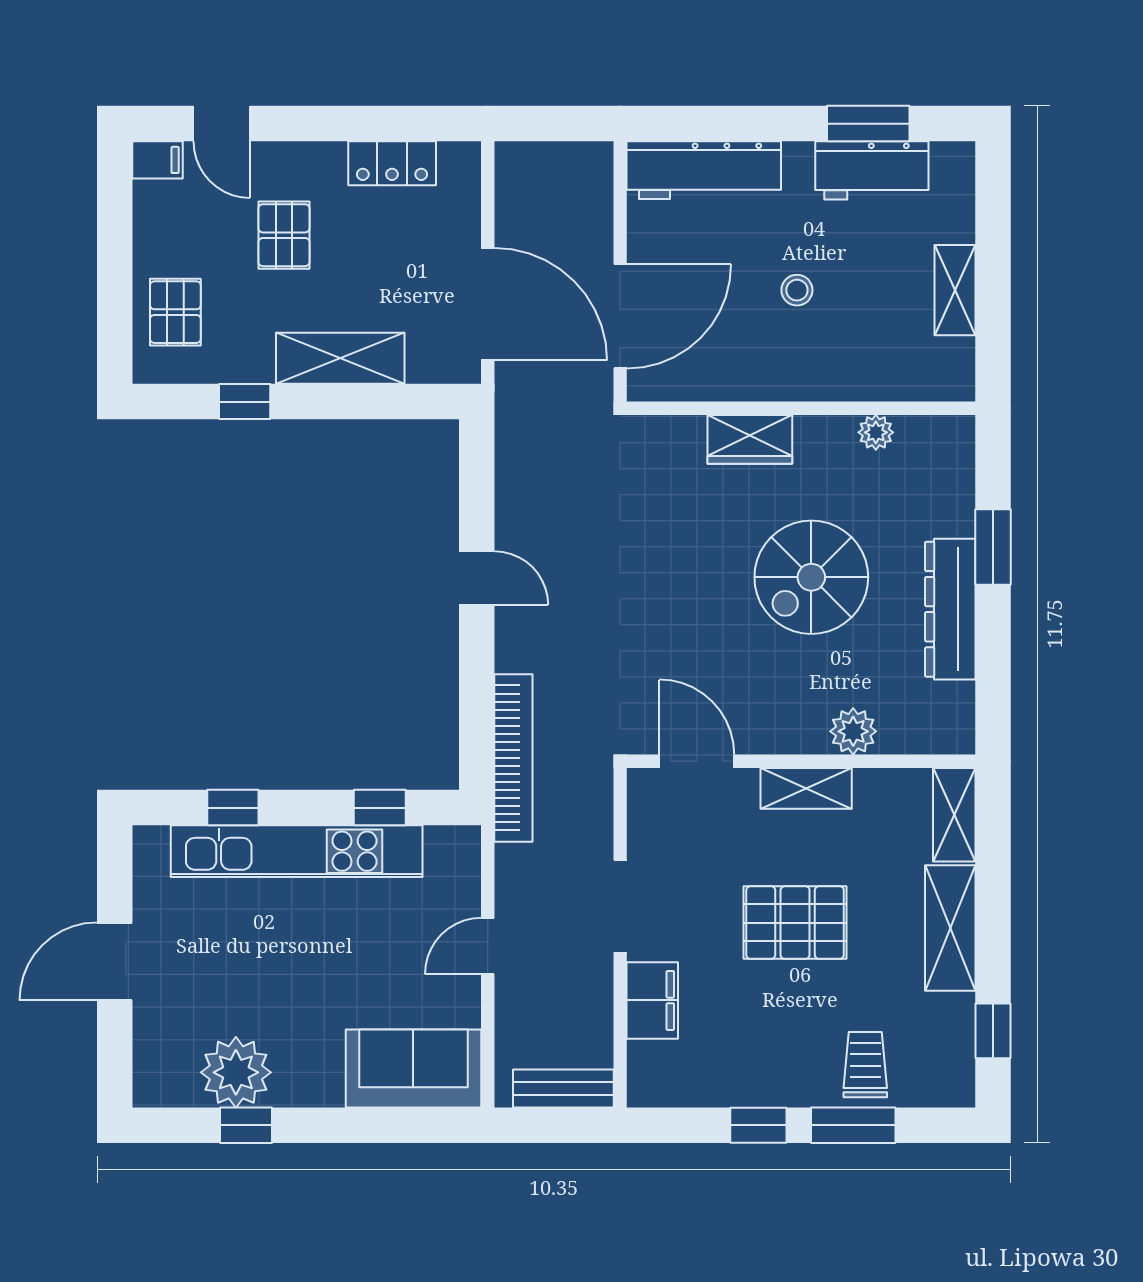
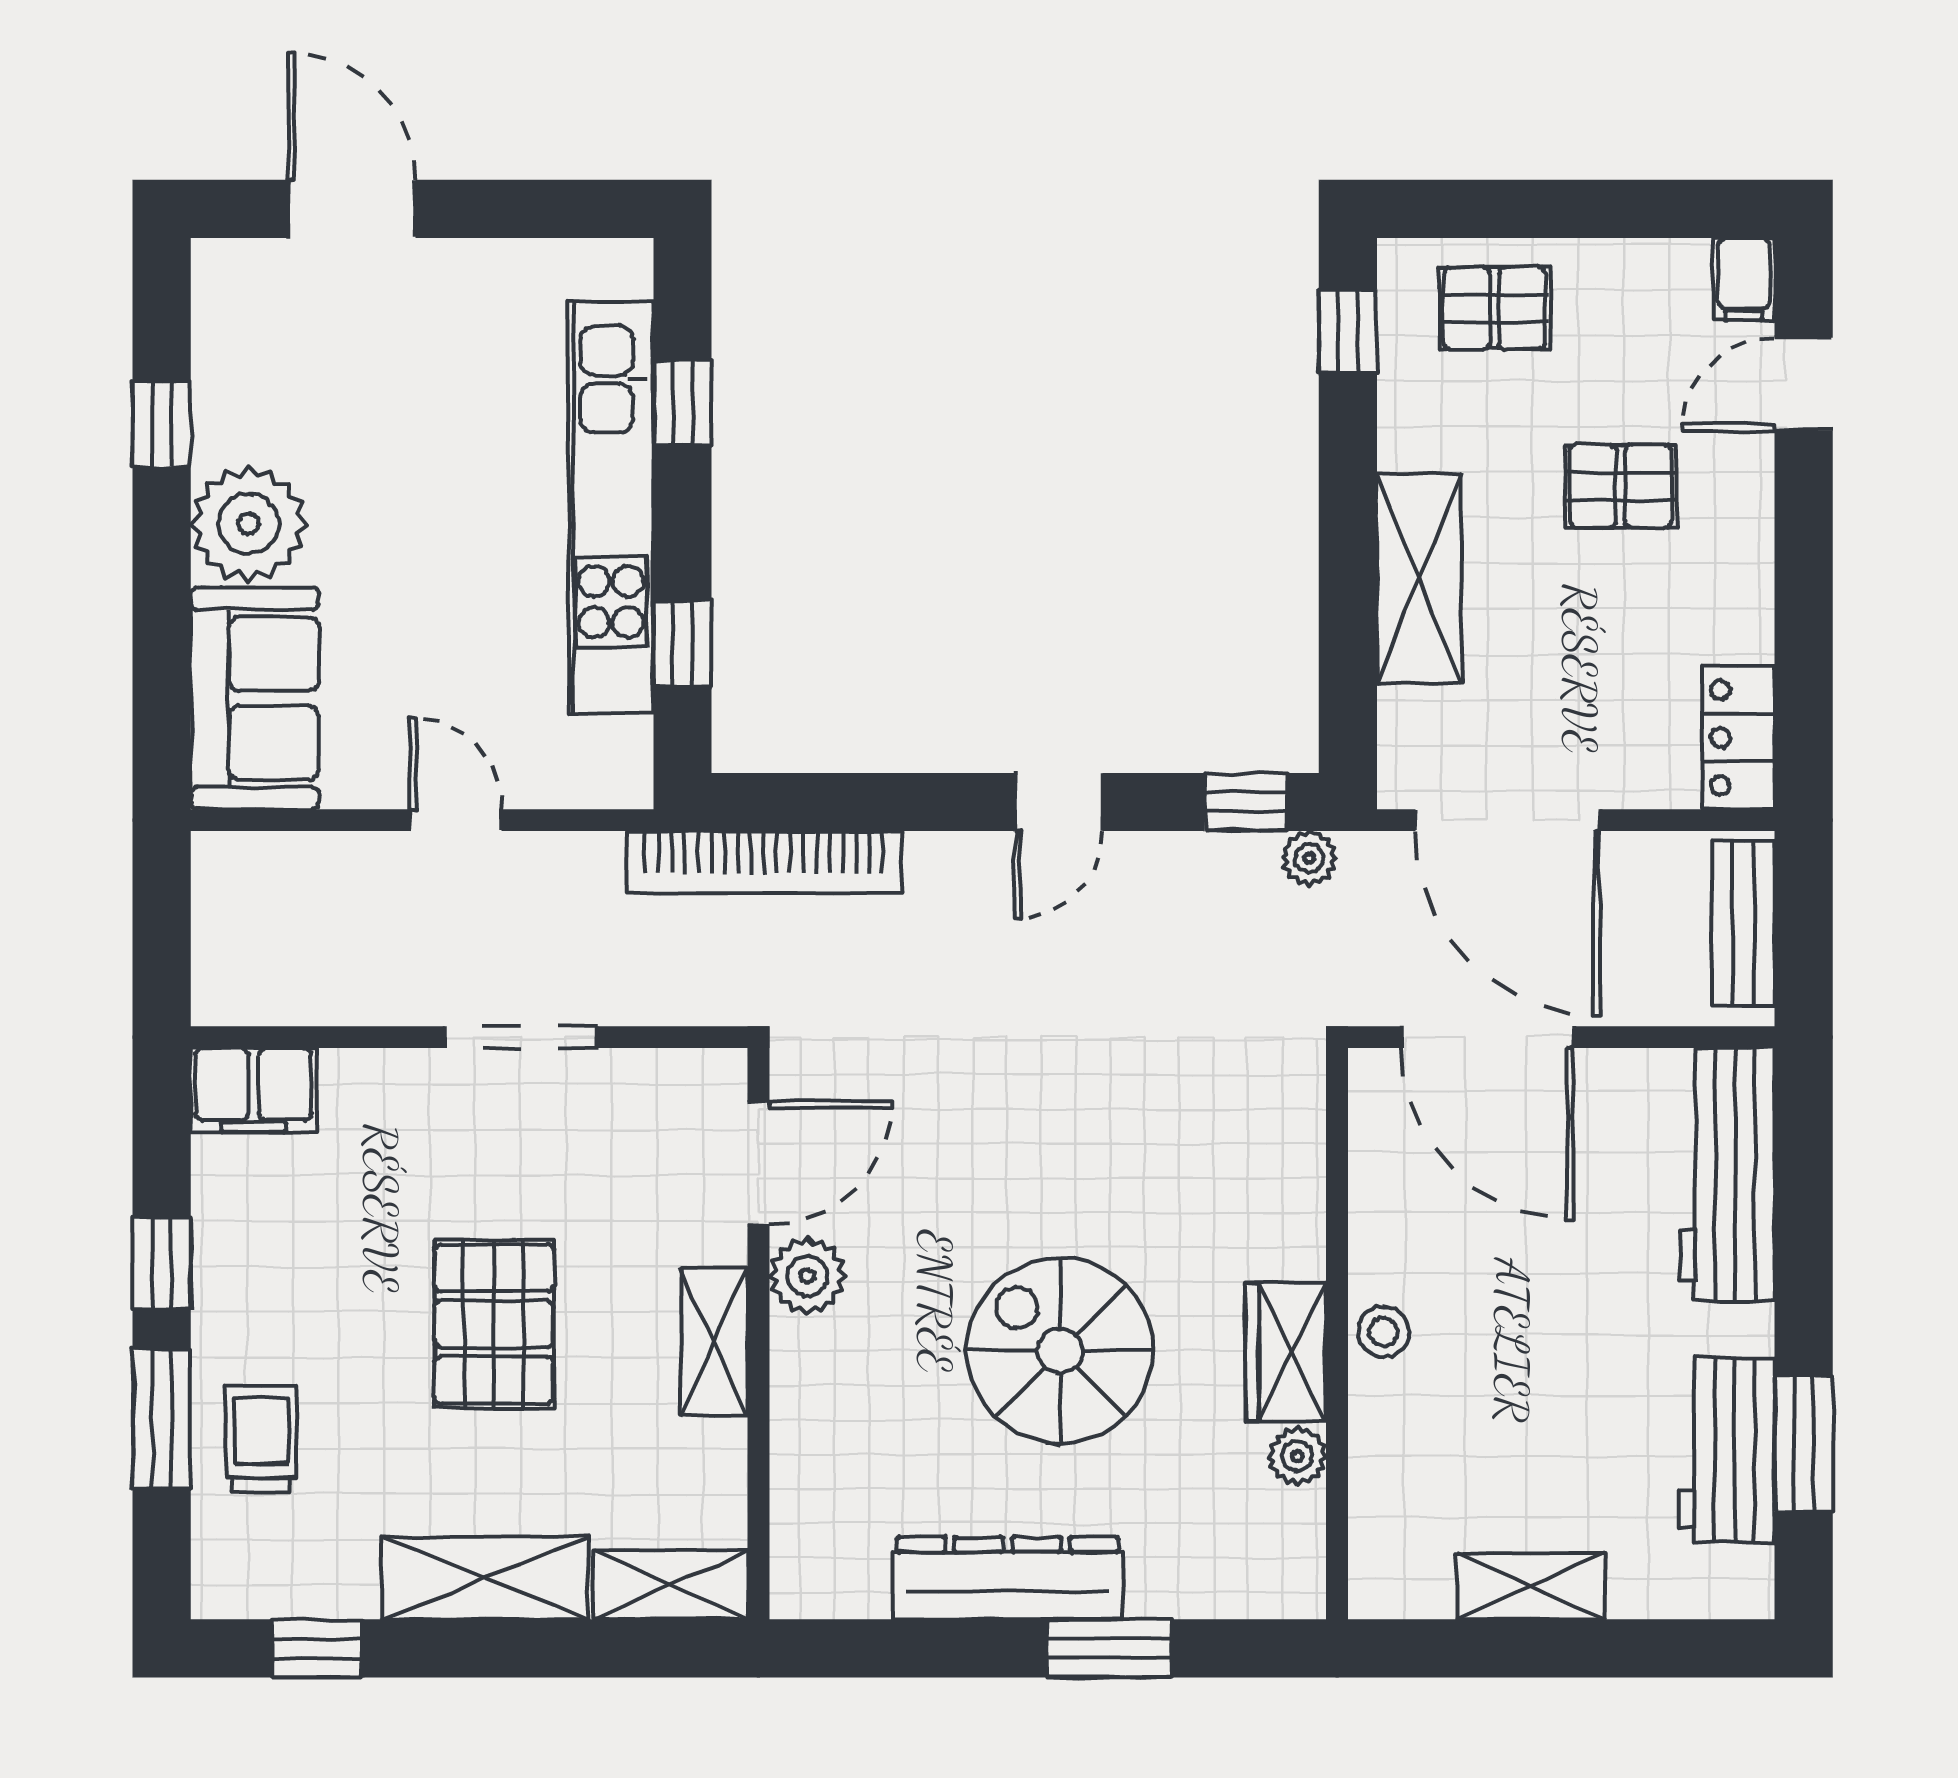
locker: (392, 163) -> (1738, 738), moved
stool: (797, 290) -> (1383, 1332), moved
door: (488, 304) -> (1508, 820), hinge flipped
window: (245, 402) -> (1348, 331), moved
plant: (511, 425) -> (1309, 858), added
wardrobe: (750, 439) -> (1286, 1352), moved
window: (477, 464) -> (1246, 802), added
plant: (853, 731) -> (807, 1276), moved
door: (115, 961) -> (352, 209), moved
filing cabinet: (652, 1000) -> (254, 1090), moved
trolley: (865, 1065) -> (261, 1439), turned -90
plant: (236, 1072) -> (249, 524), moved
bench: (563, 1088) -> (1743, 923), moved

